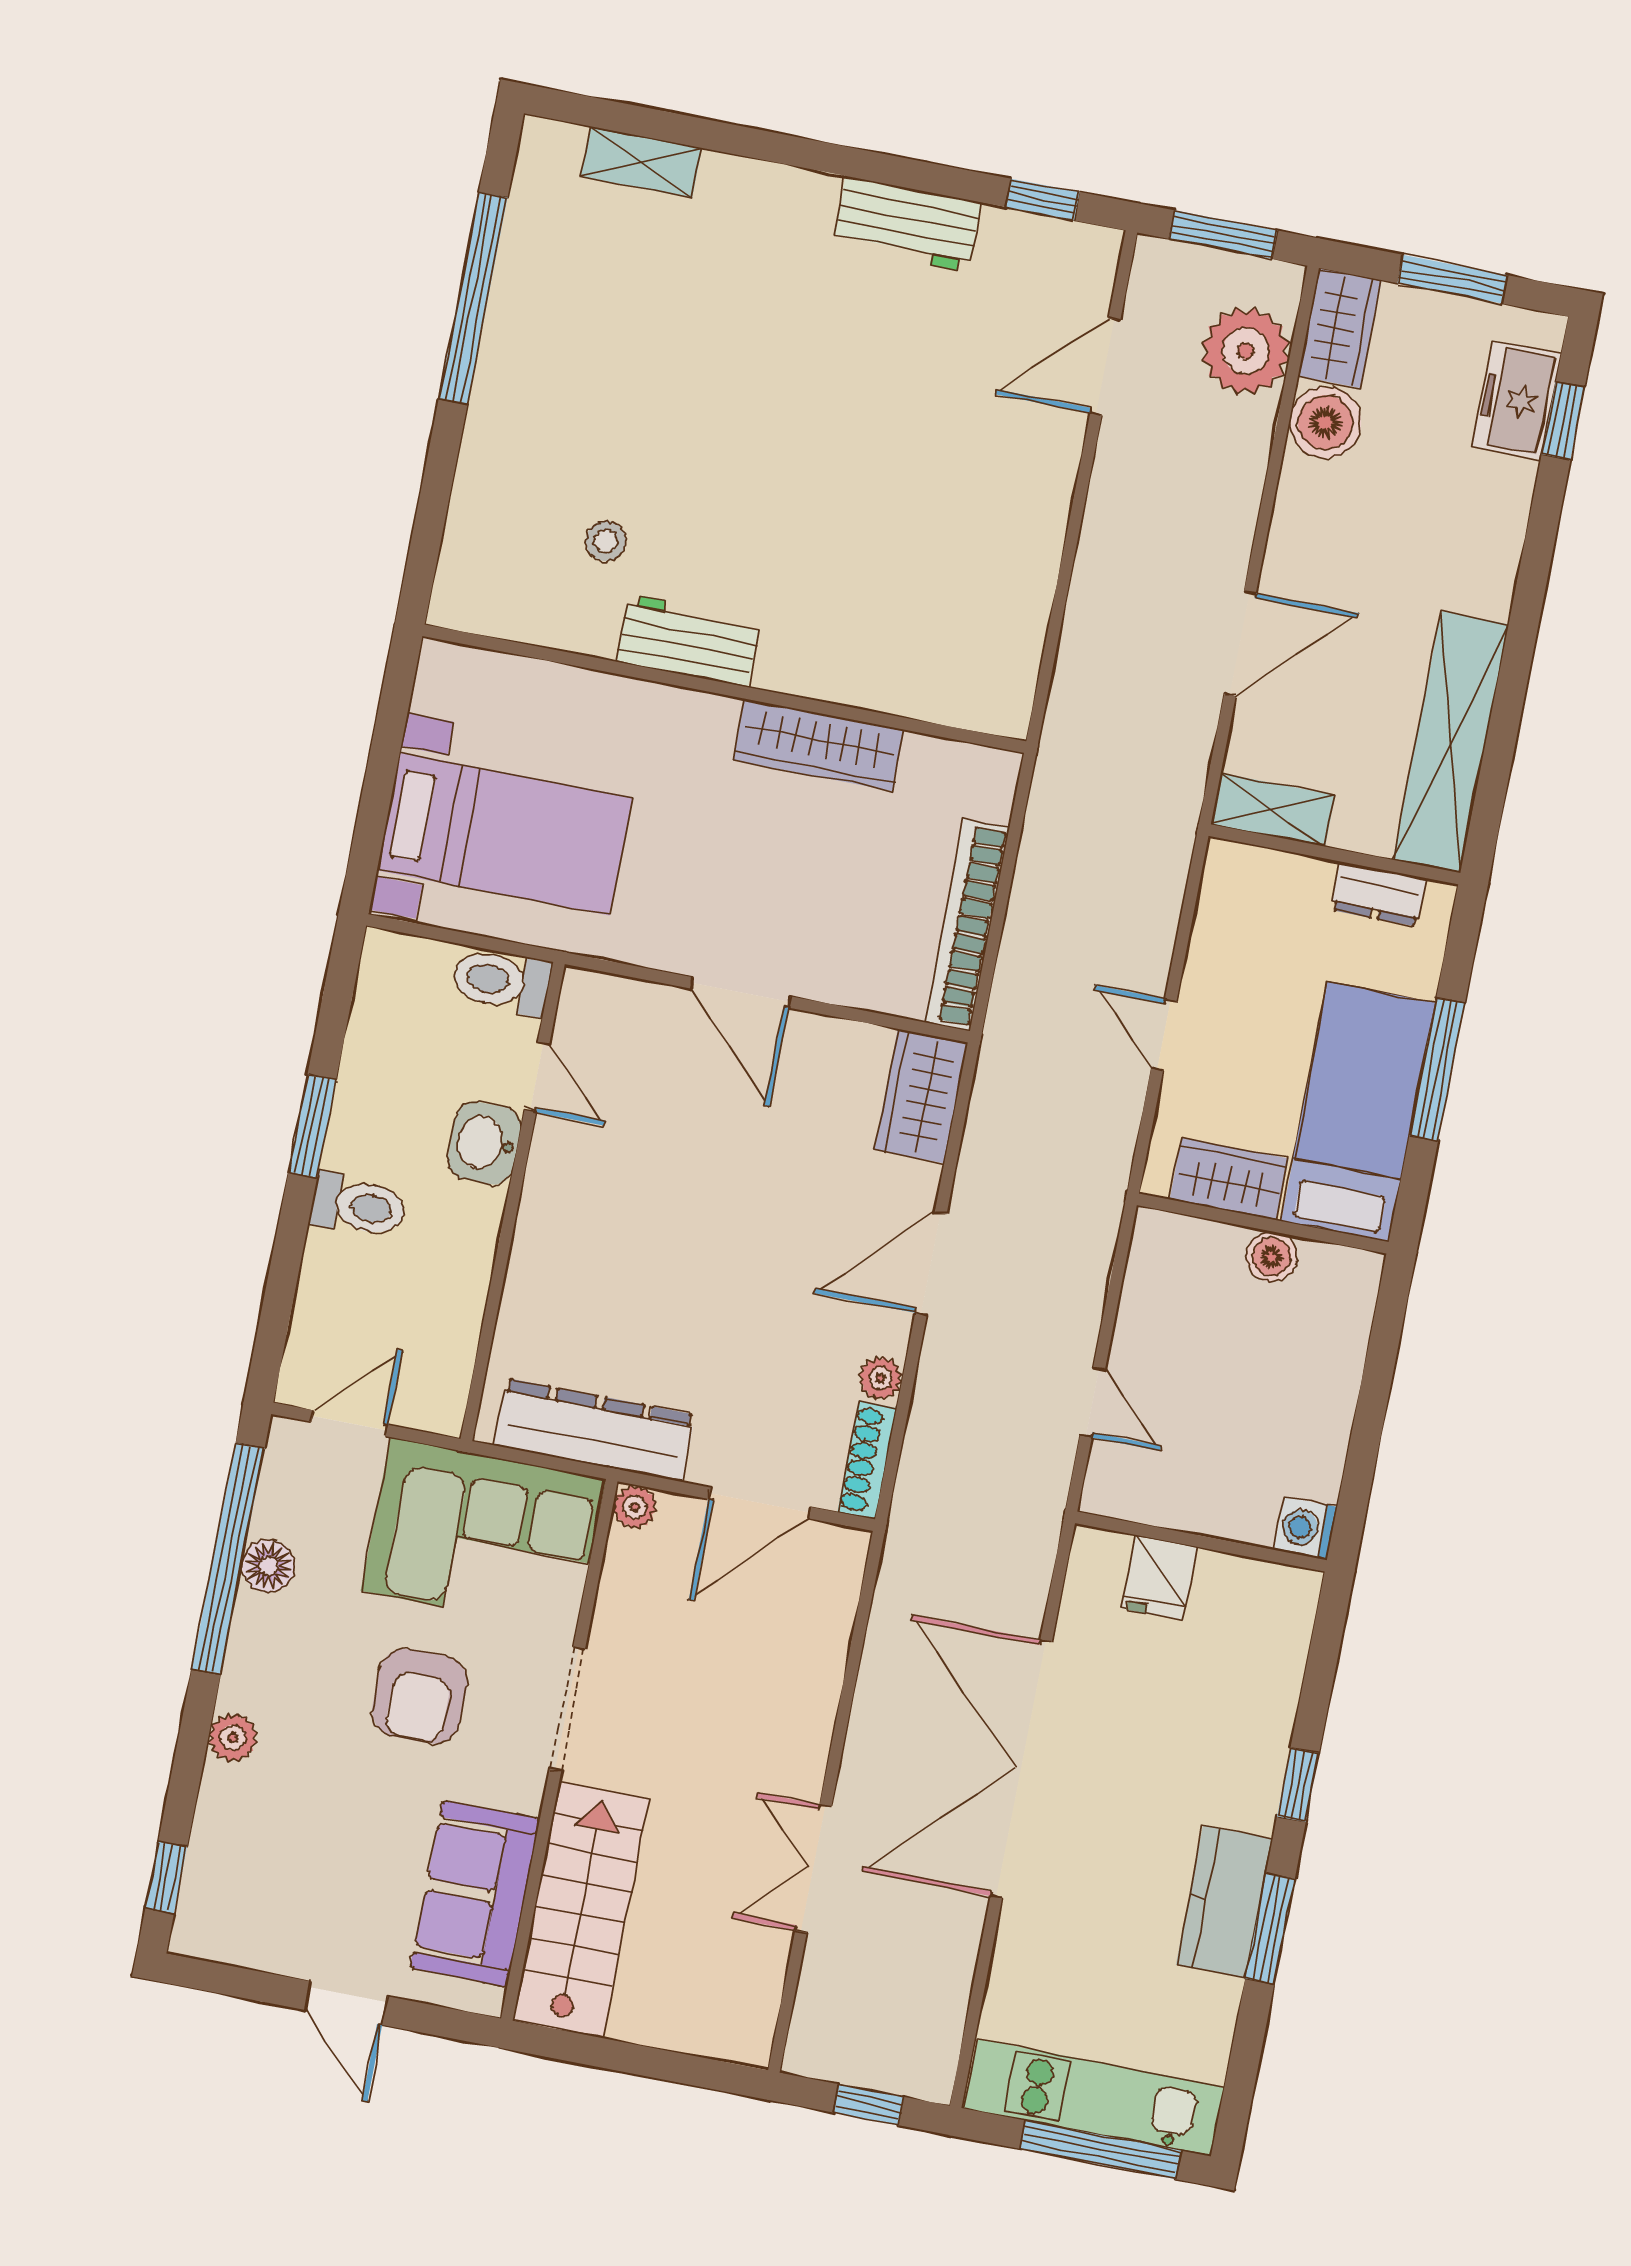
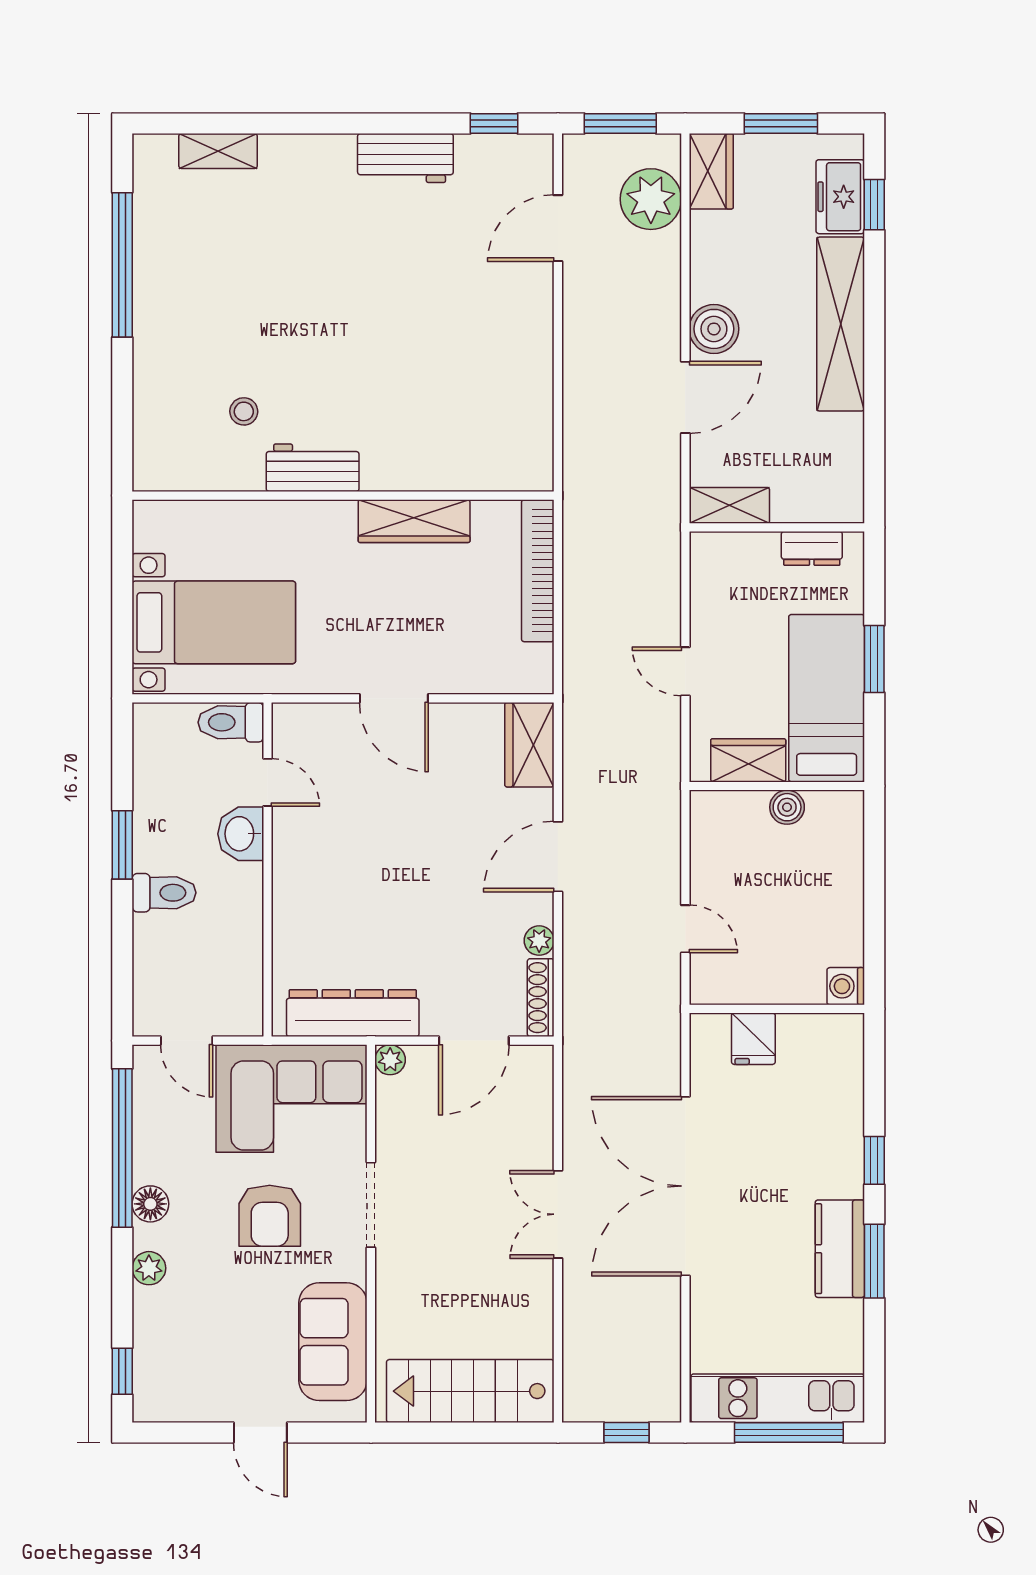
boiler: (1325, 422) -> (714, 329), moved
shelving: (1451, 742) -> (841, 324), moved
bookcase: (967, 925) -> (538, 571), moved
window: (1437, 1069) -> (874, 659), width x0.69
door: (350, 1423) -> (187, 1041), swing flipped
floor lamp: (268, 1566) -> (150, 1204), moved
double door: (813, 1869) -> (558, 1214), moved
stairs: (581, 1910) -> (470, 1391), moved, turned -90

